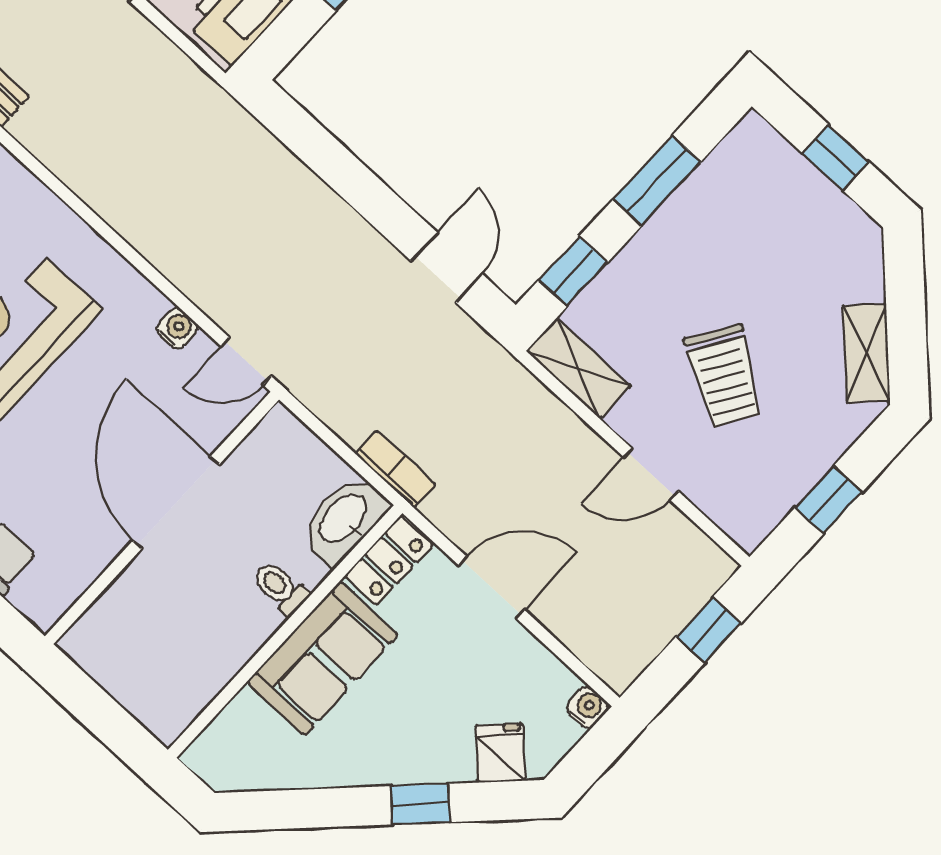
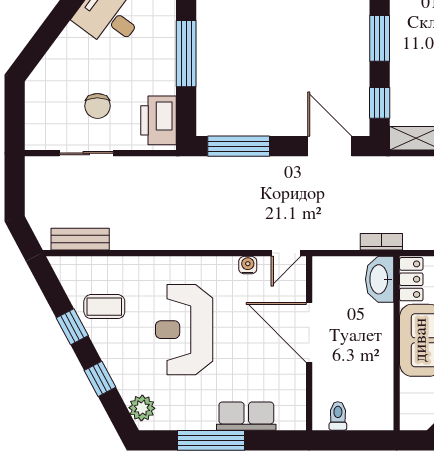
window: (318, 149) -> (239, 146), added
door: (447, 267) -> (330, 146), width x1.38
toilet: (280, 588) -> (338, 416), moved, turned 90

